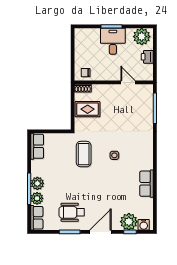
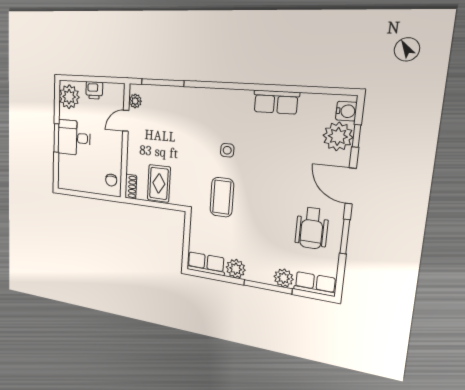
plant: (142, 89) -> (135, 101), added
coffee table: (84, 154) -> (222, 197), turned 90
plant: (37, 183) -> (236, 269), moved

